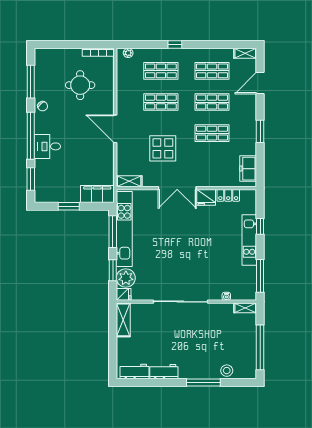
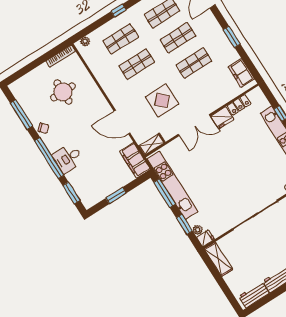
door: (115, 129) -> (122, 122), moved
filing cabinet: (97, 194) -> (135, 160), moved, turned -90
plant: (126, 278) -> (198, 230), width x0.53, depth x0.53

